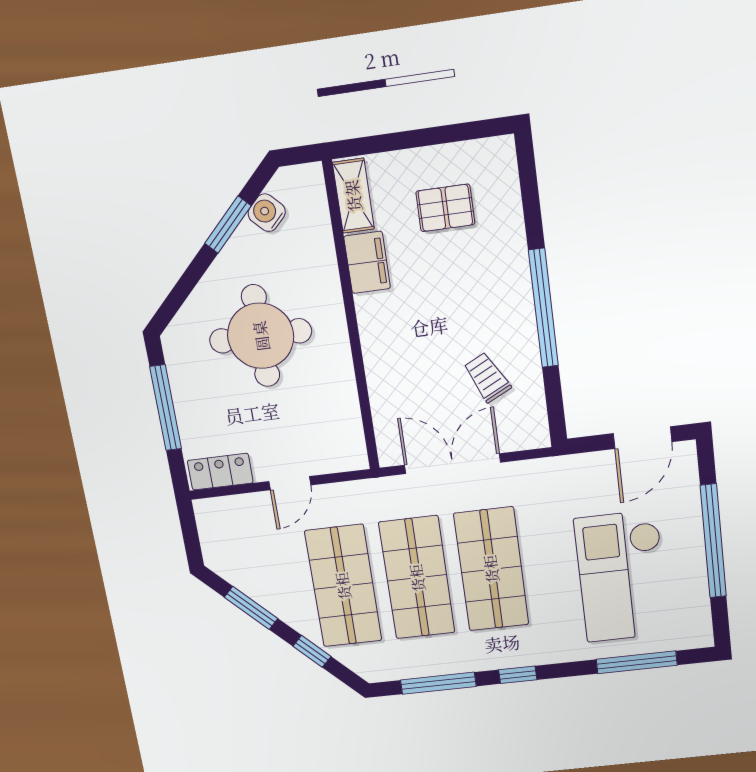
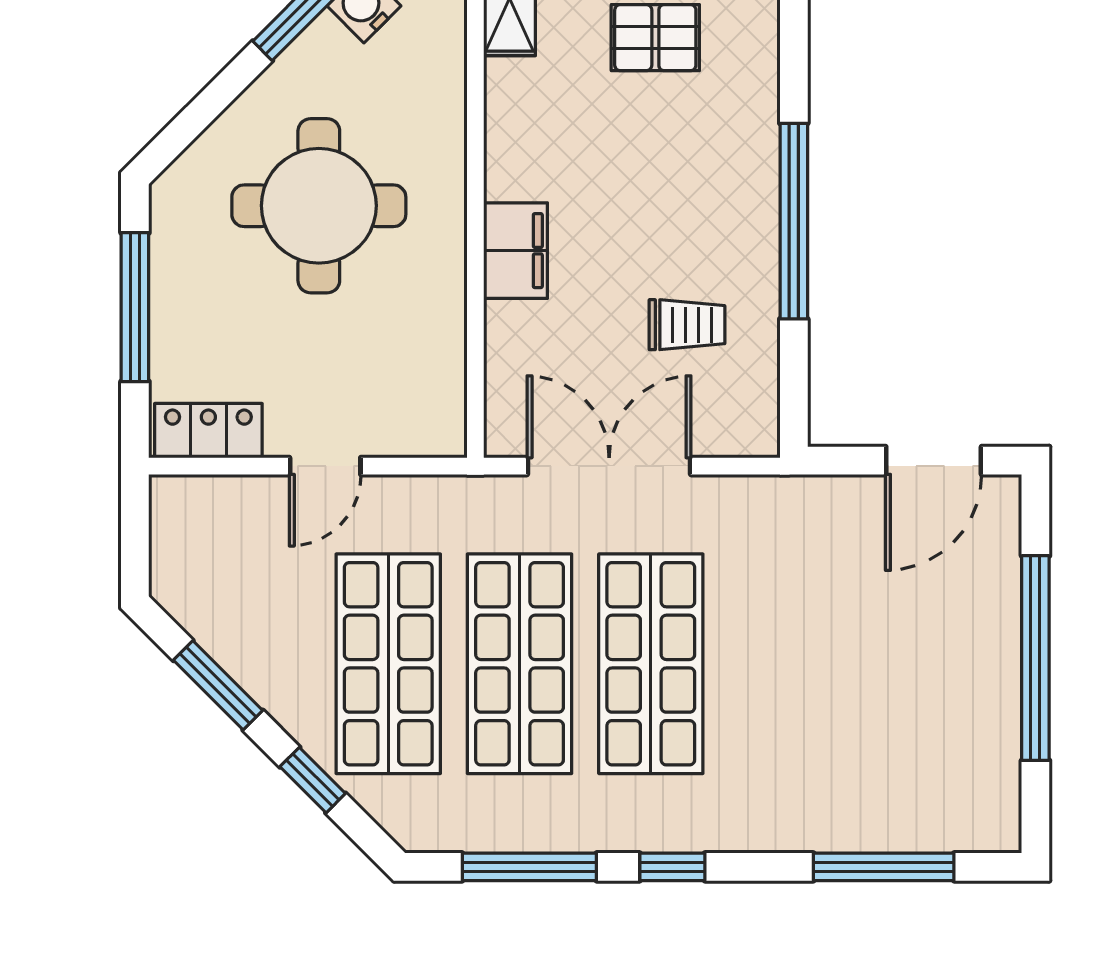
filing cabinet: (367, 262) -> (515, 251), moved
trolley: (487, 377) -> (687, 325), turned 117
checkout: (622, 577) -> (874, 704), removed

